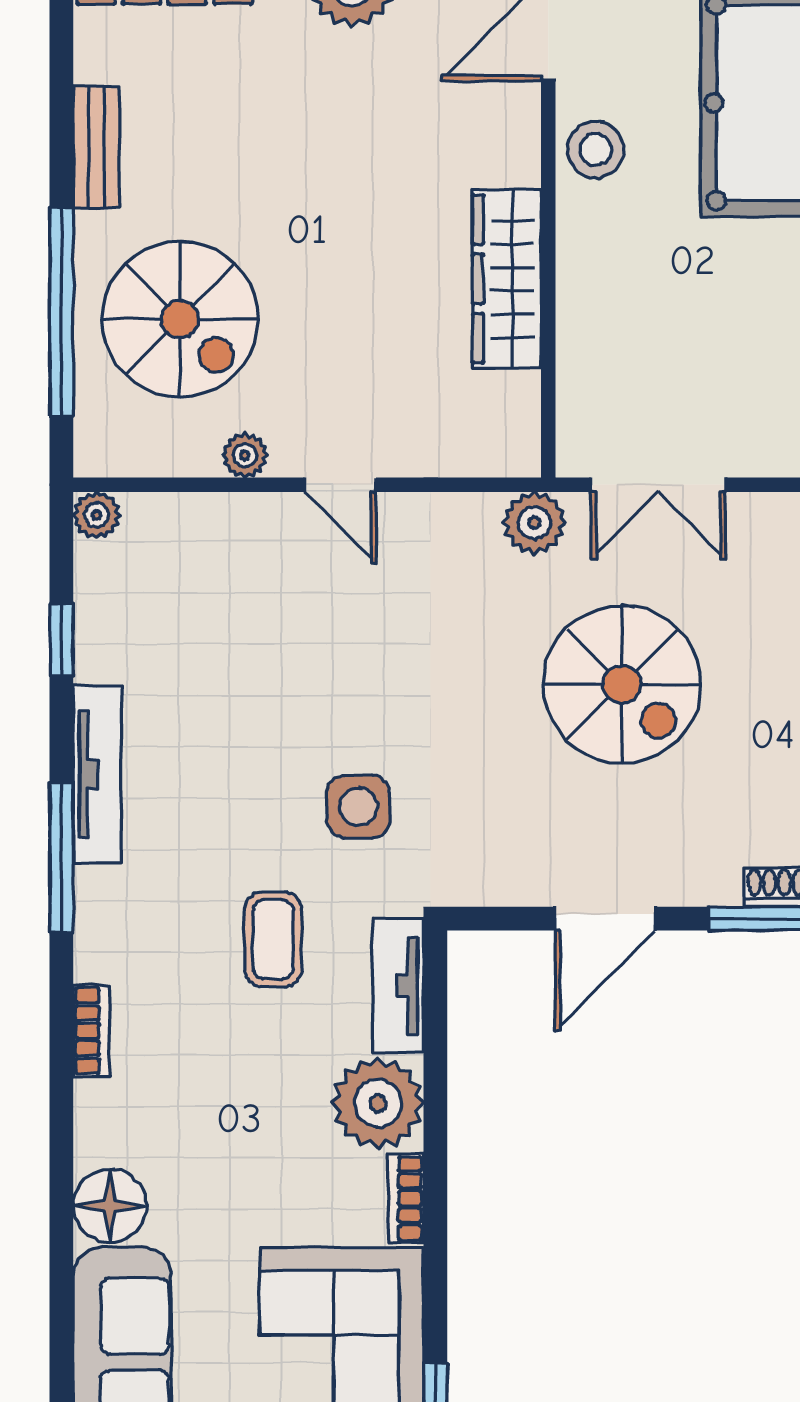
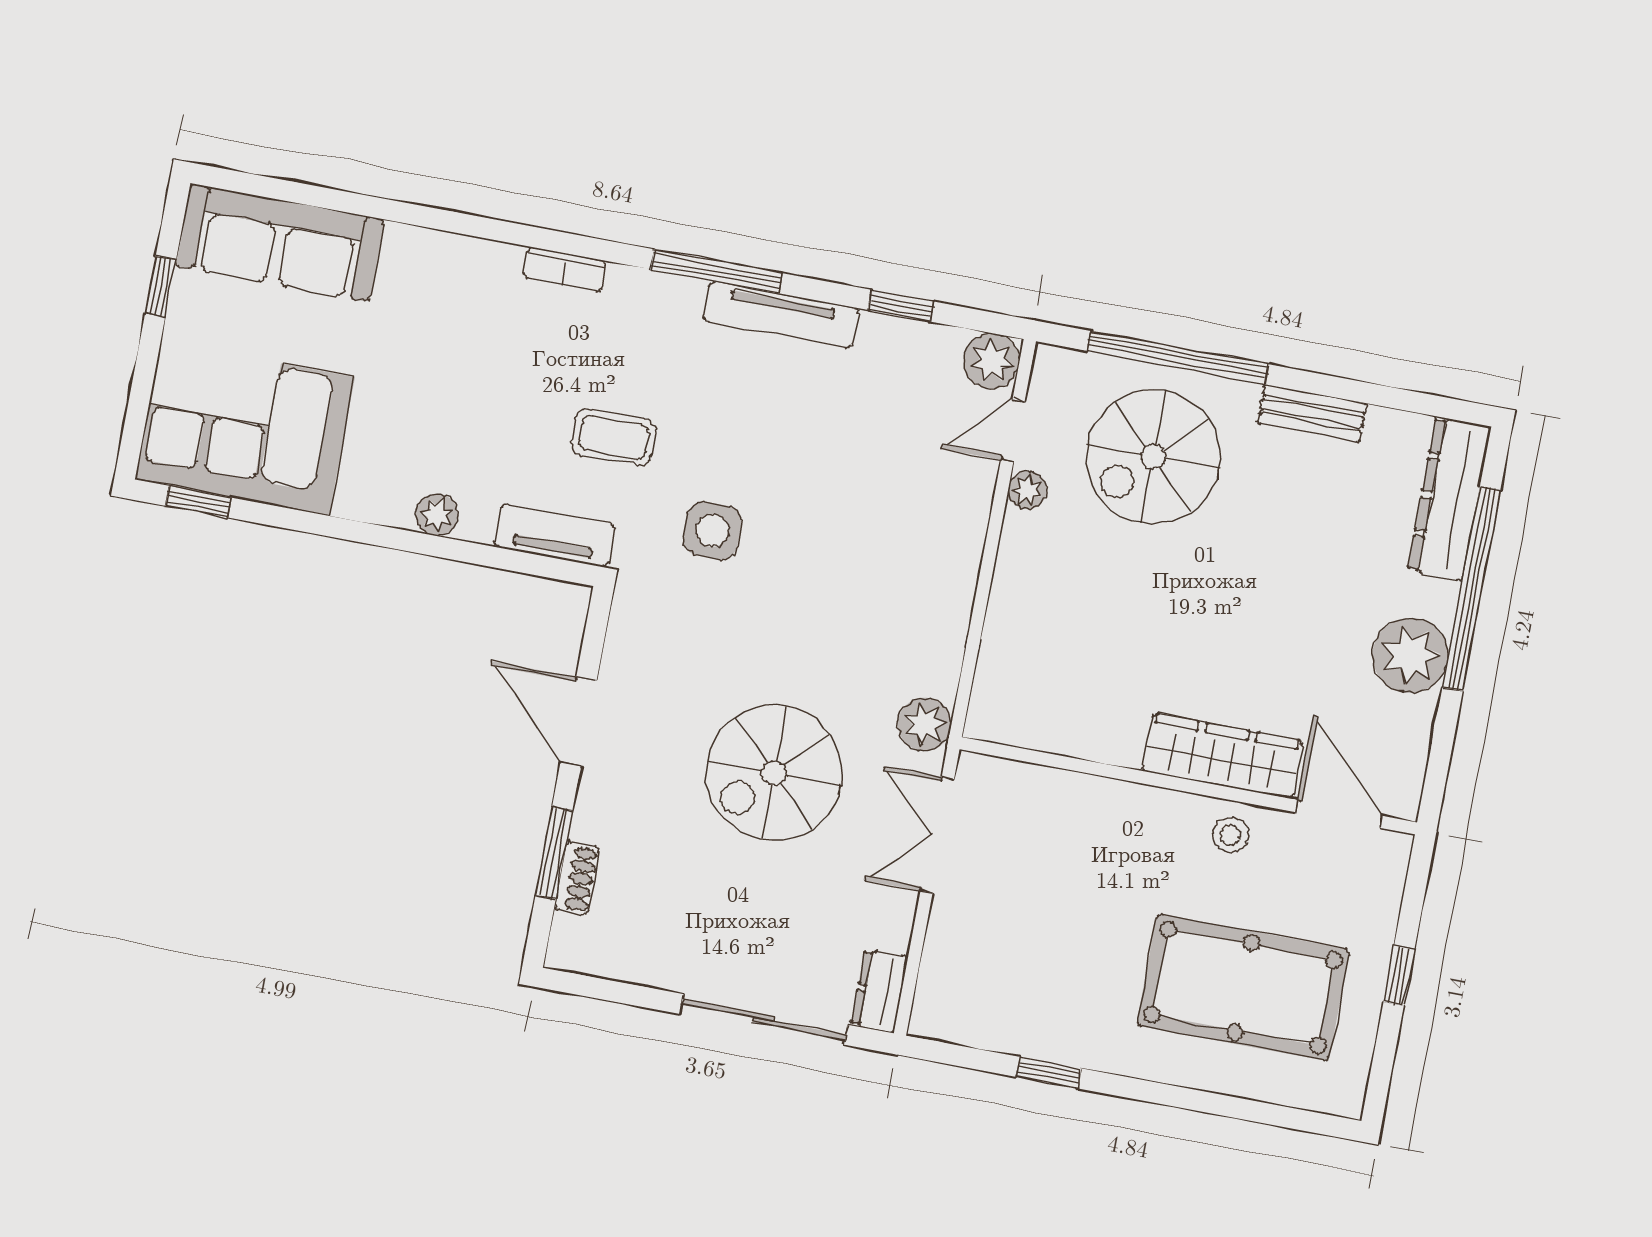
stool: (595, 150) -> (1231, 835), width x0.73, depth x0.73
wardrobe: (507, 279) -> (1223, 756), moved
door: (340, 485) -> (1013, 431), moved
plant: (97, 515) -> (992, 361), width x1.38, depth x1.38
plant: (378, 1103) -> (437, 515), width x0.53, depth x0.53
bookcase: (406, 1198) -> (374, 509), removed
floor lamp: (110, 1206) -> (414, 257), removed

